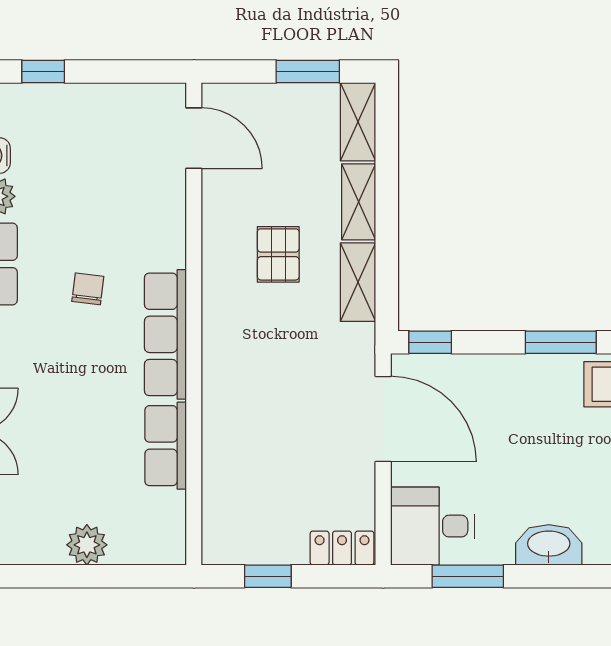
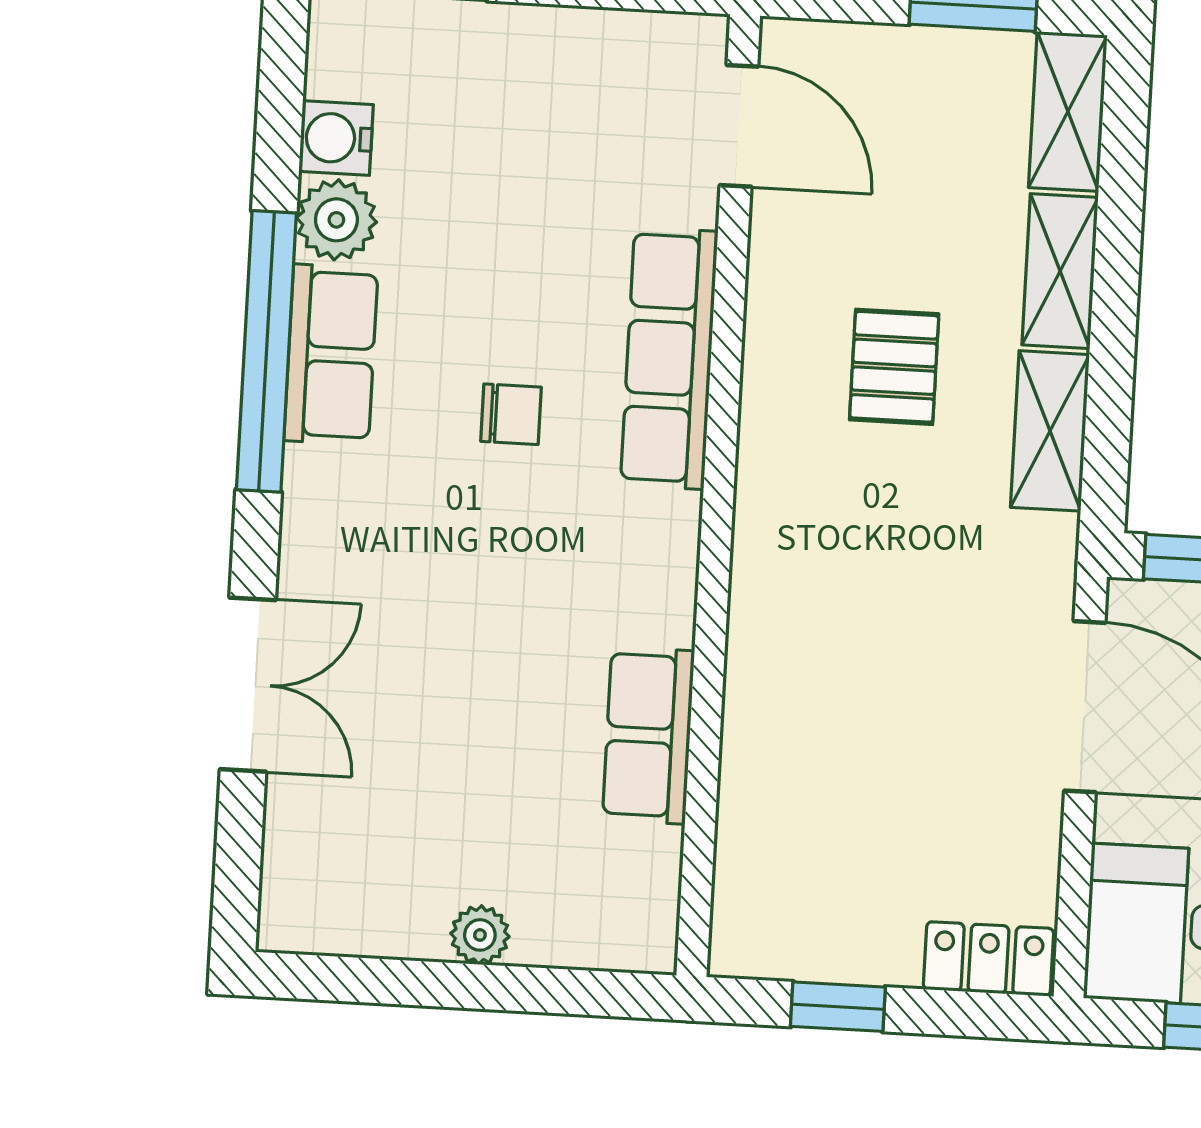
chair: (88, 289) -> (511, 414), turned 83
row of seats: (165, 334) -> (669, 358), moved
plant: (87, 545) -> (480, 935), width x0.73, depth x0.73

